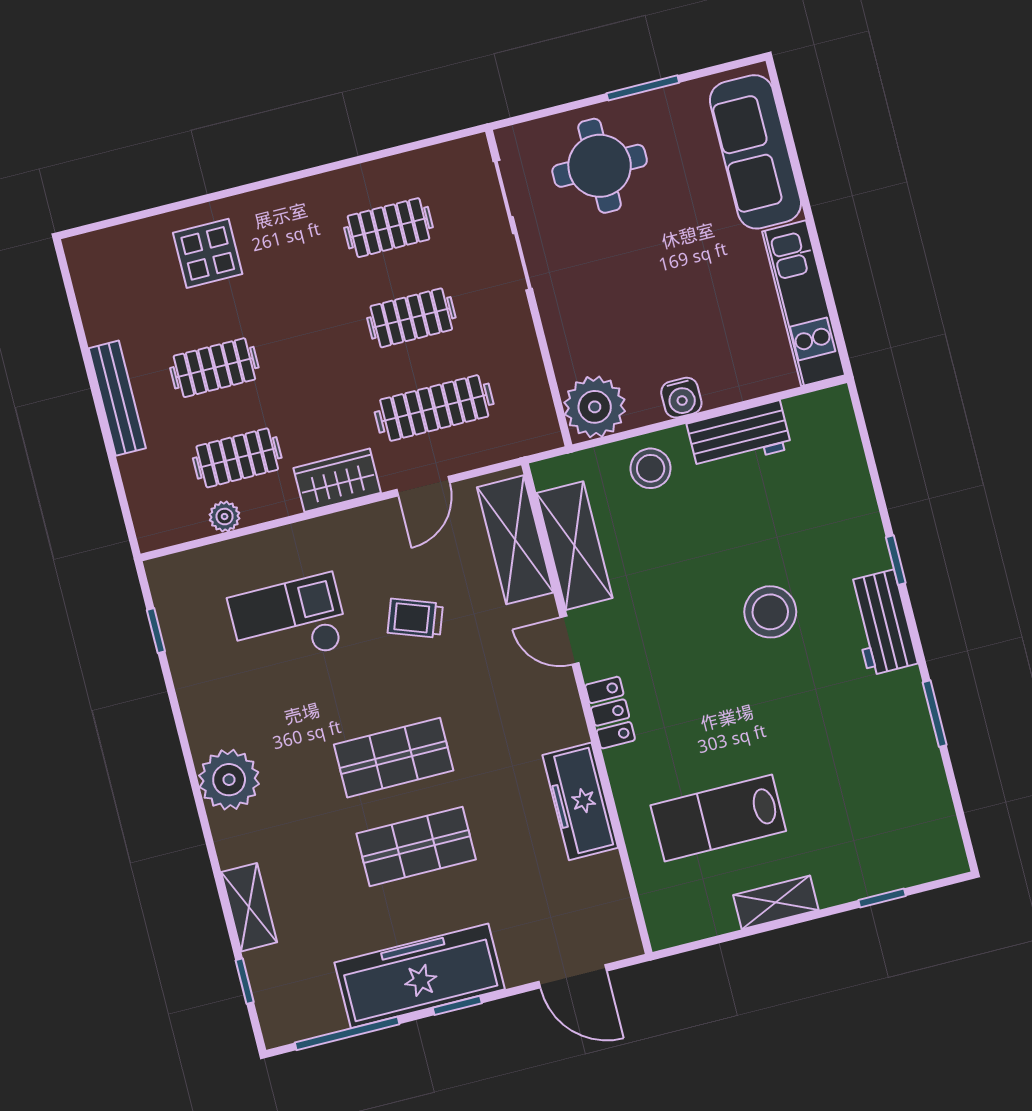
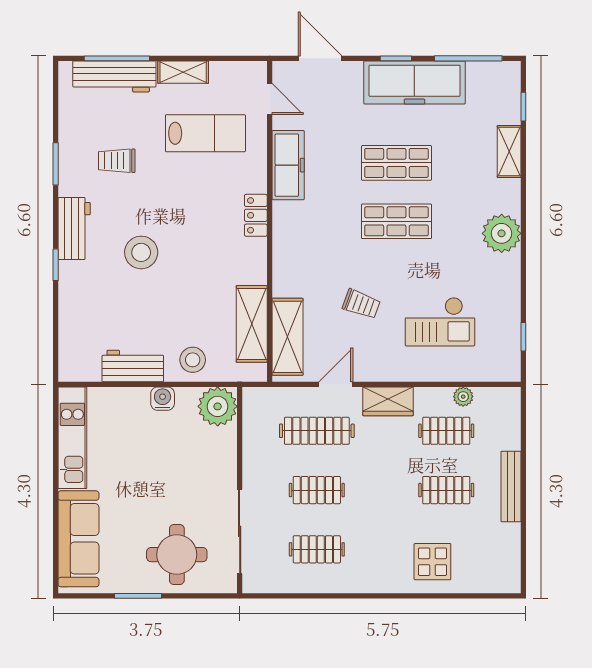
door: (569, 640) -> (270, 99), moved
trolley: (843, 742) -> (117, 161), added
workbench: (879, 870) -> (114, 76), added
window: (882, 898) -> (117, 58), width x2.17

